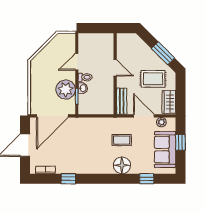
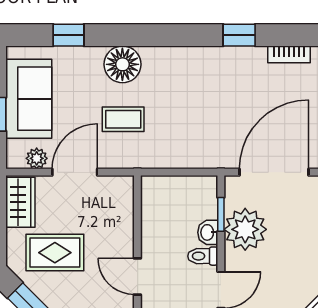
bench: (122, 101) -> (123, 204), removed
door: (144, 116) -> (75, 172), swing flipped

